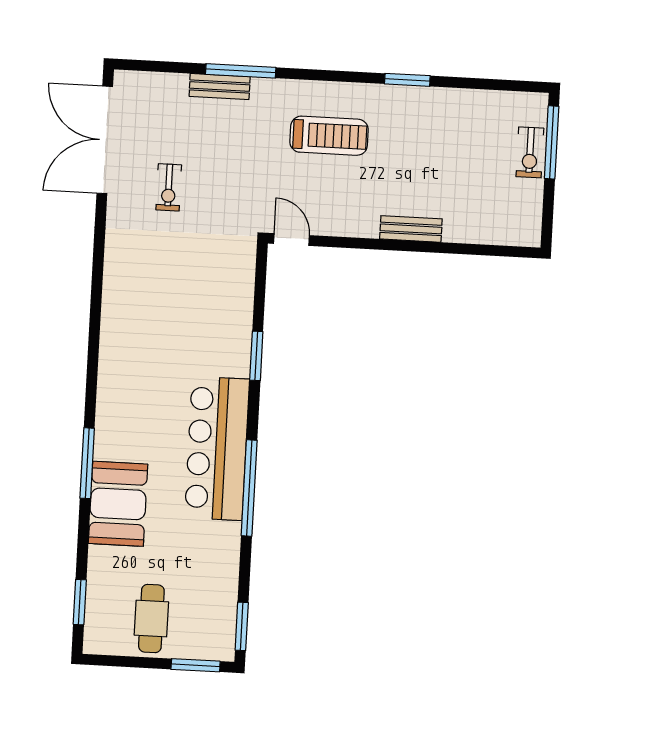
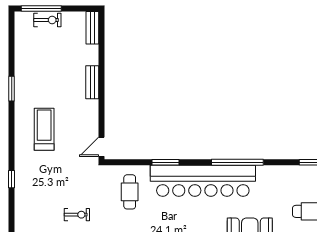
window: (241, 71) -> (12, 179), width x0.46
bench: (220, 87) -> (92, 28), moved
cafe table: (205, 287) -> (130, 192), added
bar counter: (217, 448) -> (203, 181), width x1.36

